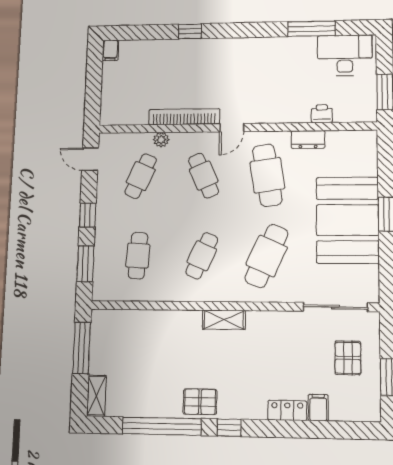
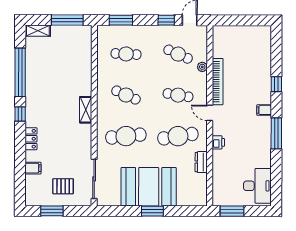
window: (312, 29) -> (276, 133), moved
filing cabinet: (110, 50) -> (264, 110), moved
printer: (322, 114) -> (218, 142), moved
cafe table: (204, 176) -> (178, 95), turned 33
window: (88, 215) -> (166, 20), moved
cafe table: (267, 256) -> (126, 136), turned -30
pallet: (200, 402) -> (35, 96), removed
locker: (287, 410) -> (31, 139), moved

